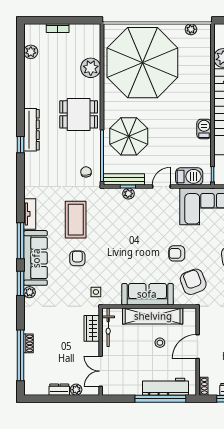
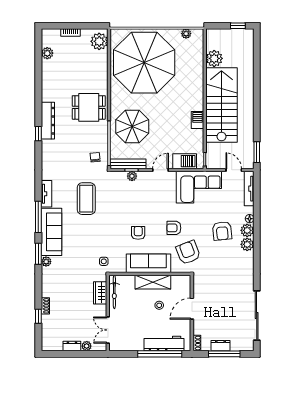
plant: (91, 68) -> (99, 41), moved
armchair: (77, 258) -> (138, 233), moved
shelving: (153, 316) -> (153, 282), width x0.68
window: (20, 355) -> (38, 316), width x0.32

